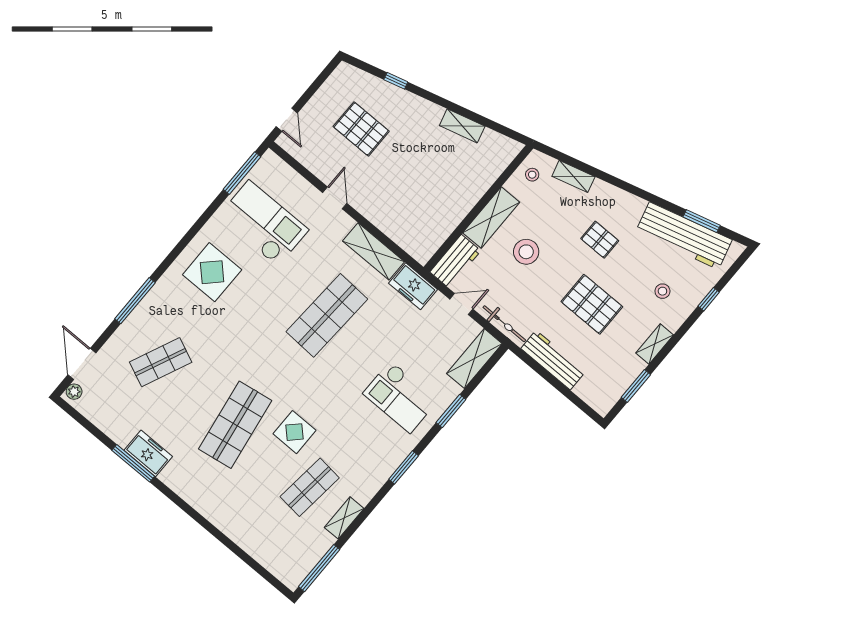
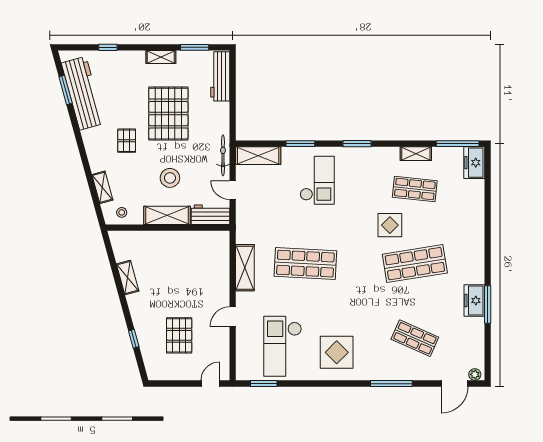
window: (242, 173) -> (264, 384), width x0.69
freezer: (413, 286) -> (474, 163), moved, turned 180
stool: (662, 291) -> (126, 79), removed
pallet: (592, 304) -> (168, 114), width x1.37, depth x1.41
workbench: (553, 360) -> (220, 76), moved

